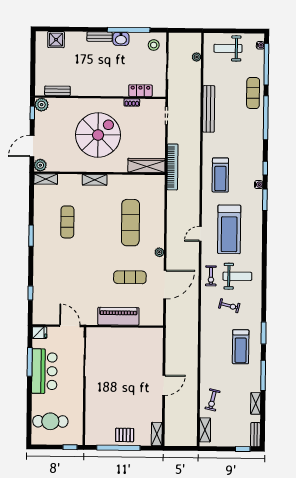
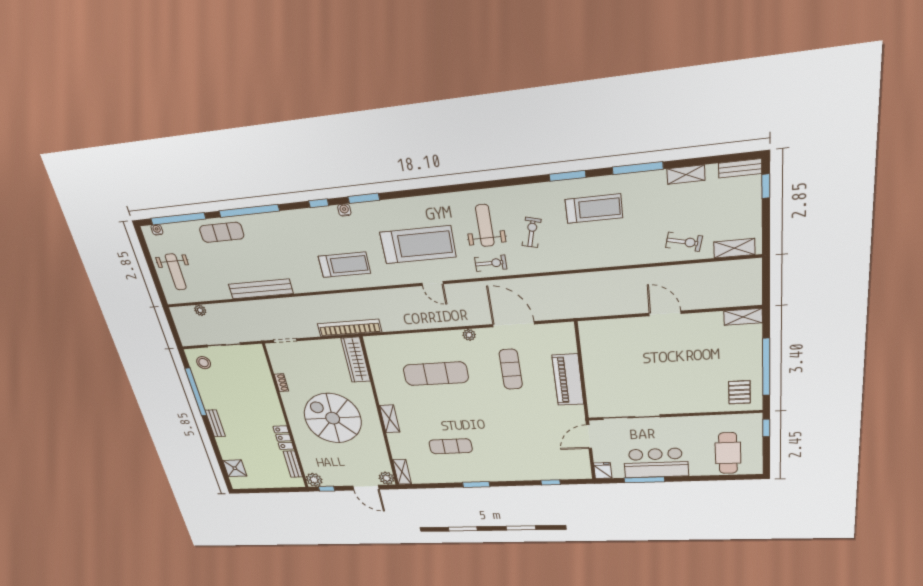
washbasin: (121, 39) -> (209, 400), removed
locker: (140, 91) -> (283, 438), moved
pallet: (125, 435) -> (739, 392), moved

